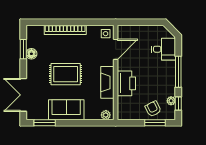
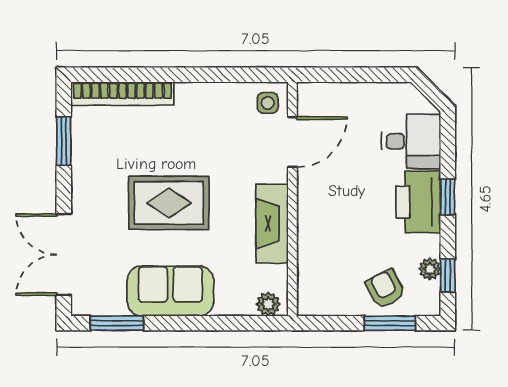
bookcase: (65, 30) -> (122, 93), moved
floor lamp: (31, 54) -> (84, 153), removed
window: (178, 72) -> (448, 197), width x0.46
printer: (126, 83) -> (418, 202), moved, turned 180

